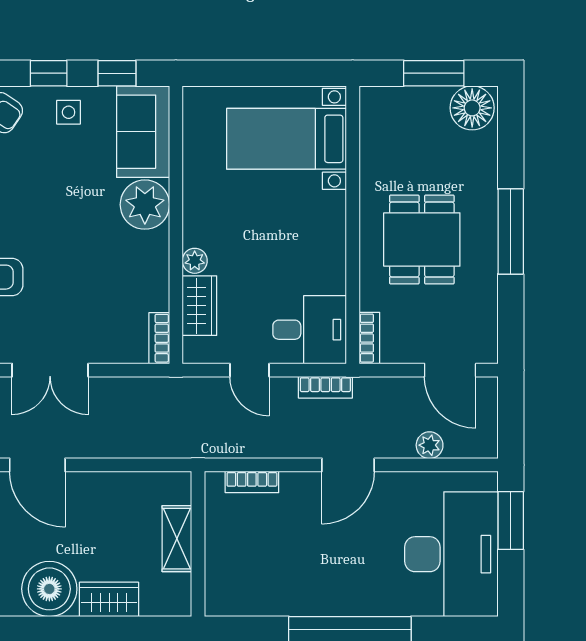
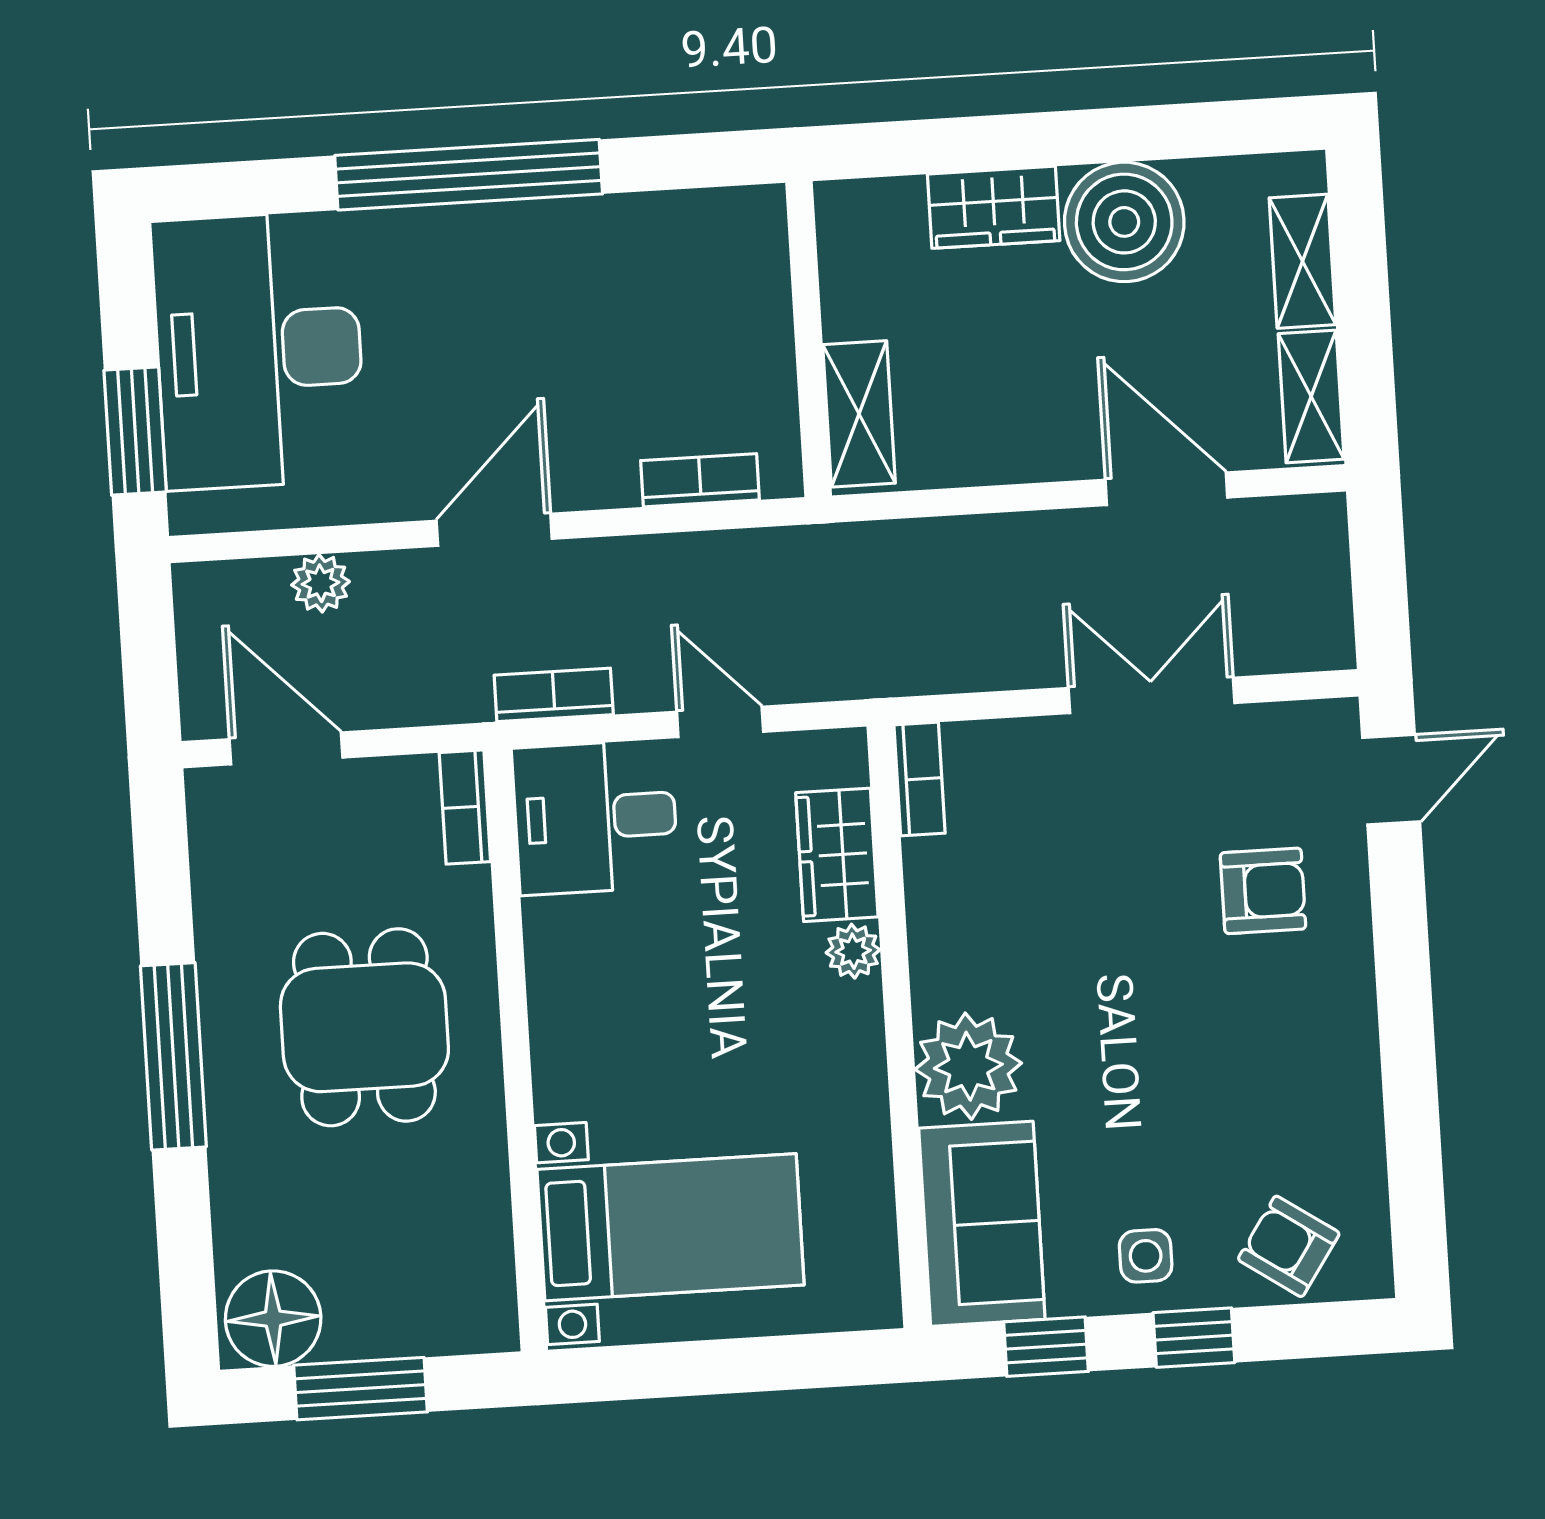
shelving: (177, 539) -> (859, 414), moved

